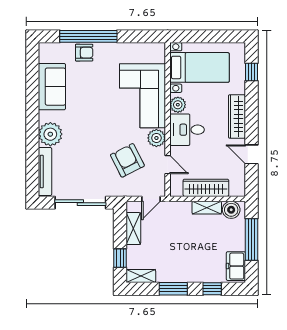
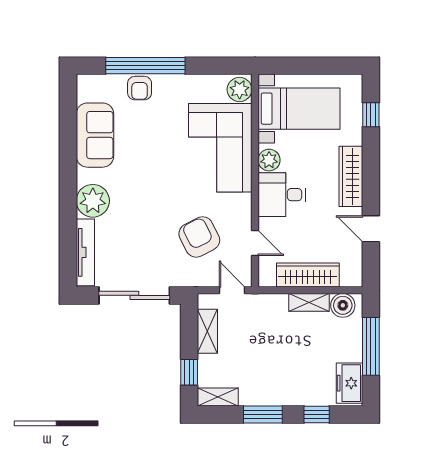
armchair: (84, 53) -> (140, 88), turned 90
plant: (156, 138) -> (240, 89), moved
door: (151, 199) -> (232, 290), swing flipped

